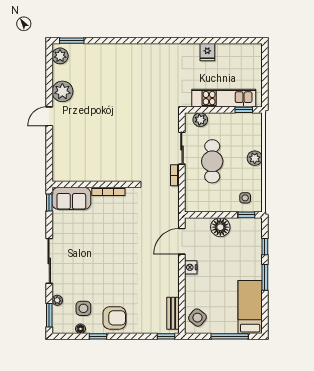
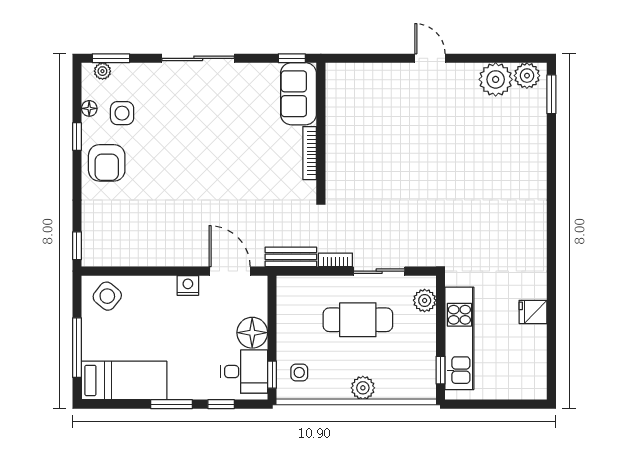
plant: (62, 91) -> (496, 79), moved
desk: (245, 232) -> (244, 372), added
plant: (57, 300) -> (102, 71), moved
bench: (173, 313) -> (291, 257), moved

